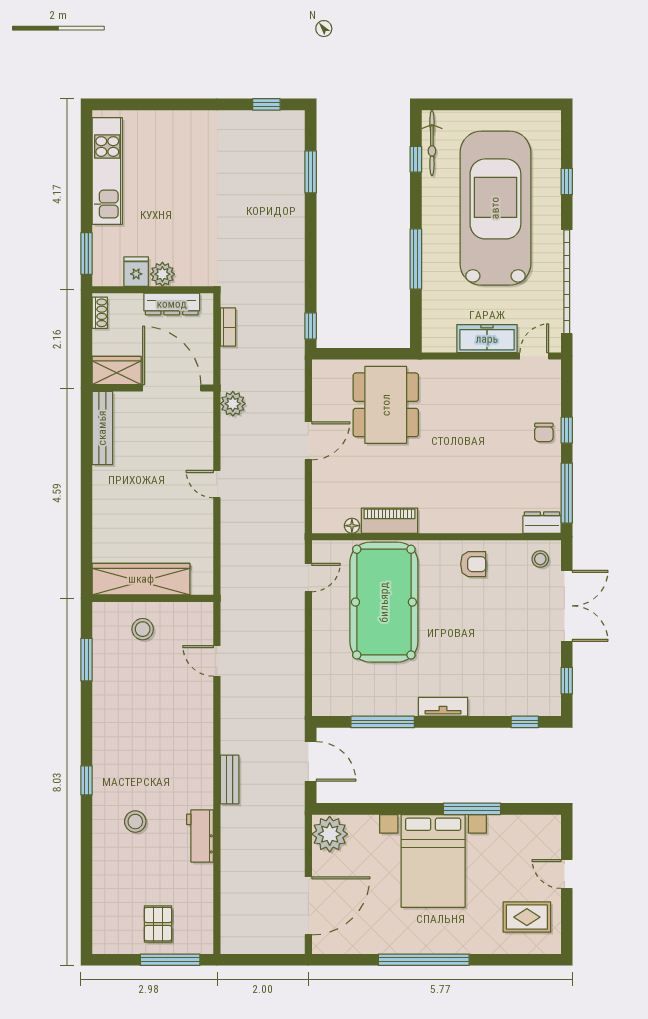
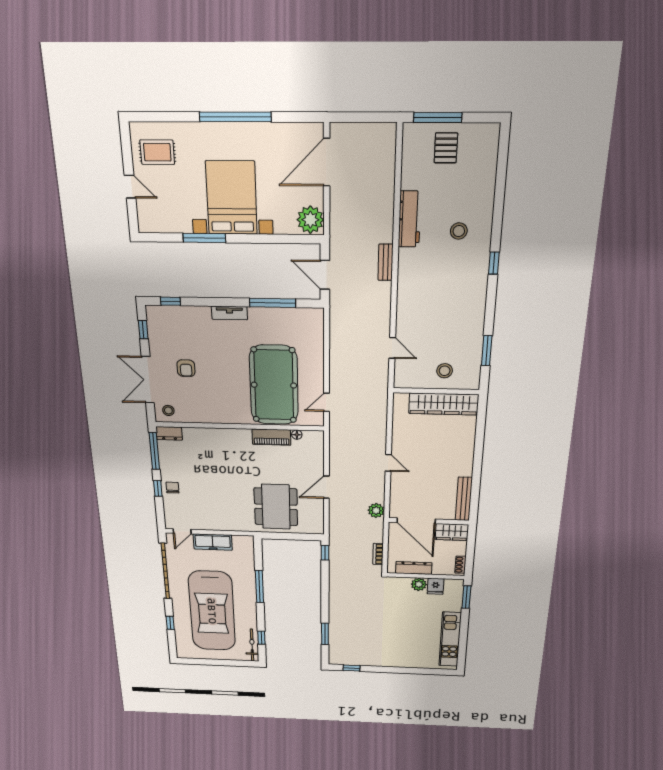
armchair: (473, 564) -> (186, 368), moved, turned -90
workbench: (200, 836) -> (410, 219), width x1.37

